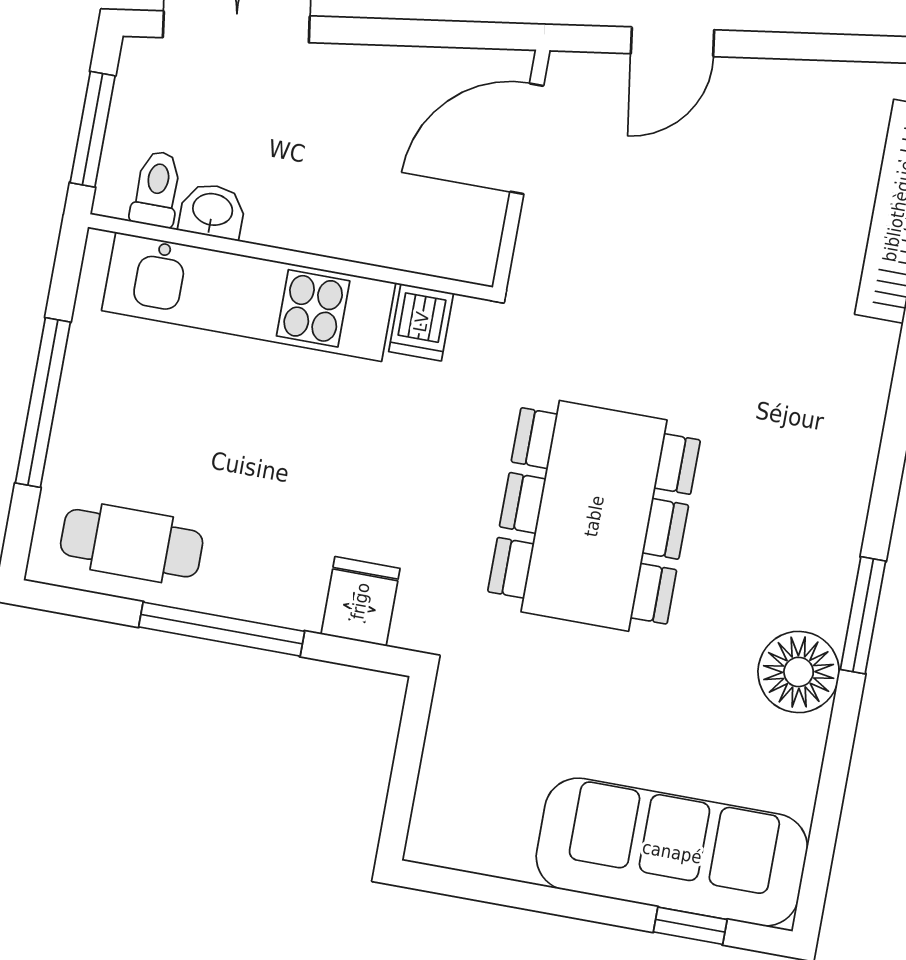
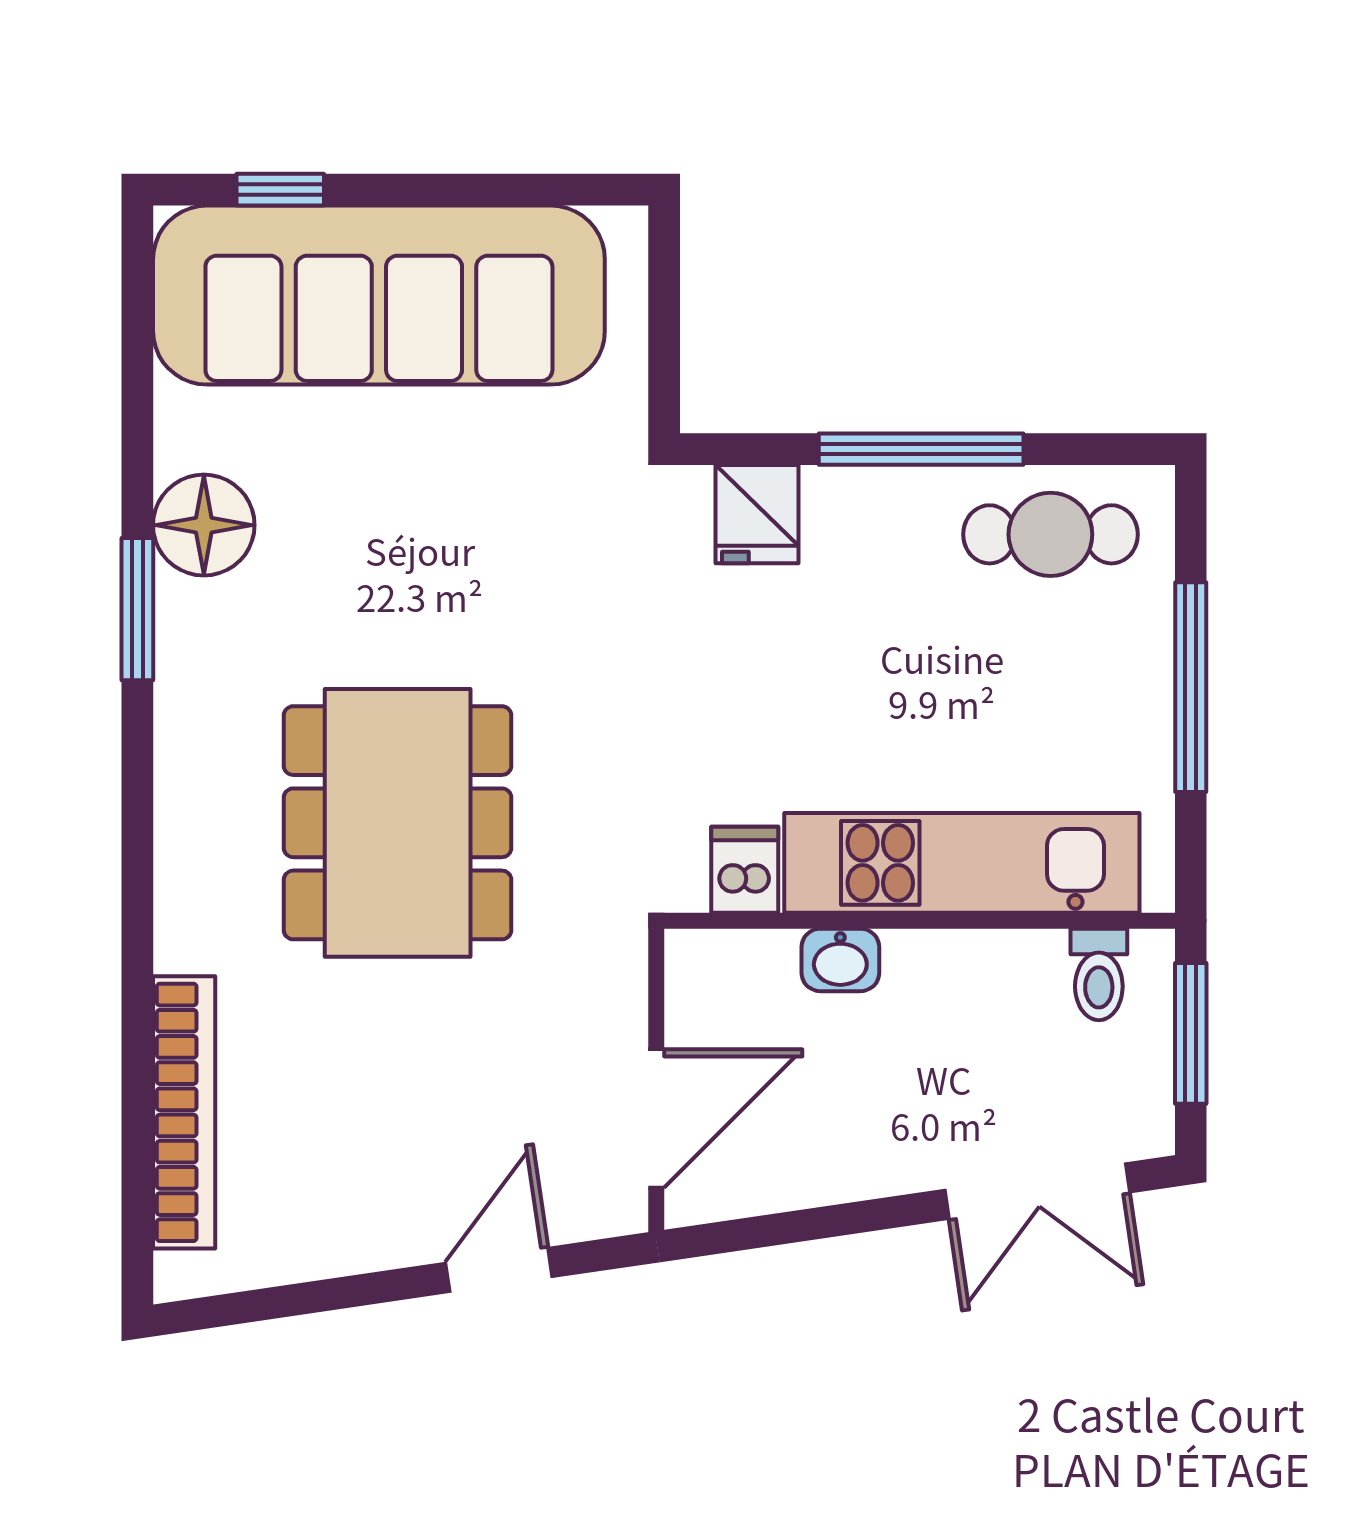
washbasin: (212, 211) -> (840, 960), moved
dining table: (594, 516) -> (398, 823), moved
sofa: (672, 852) -> (379, 295), width x1.36, depth x1.27

